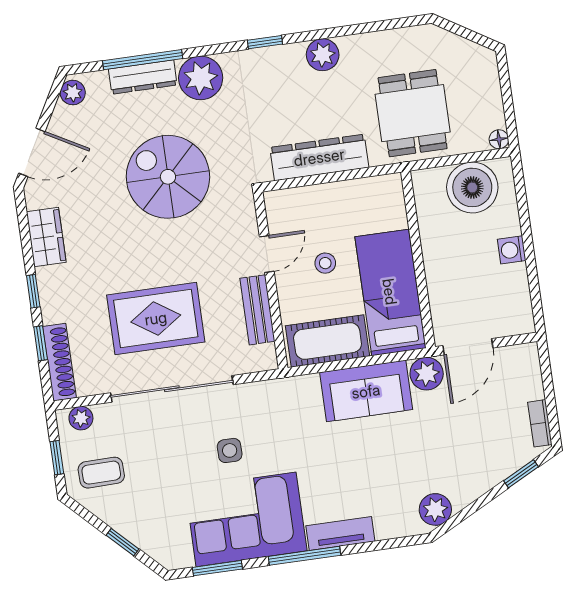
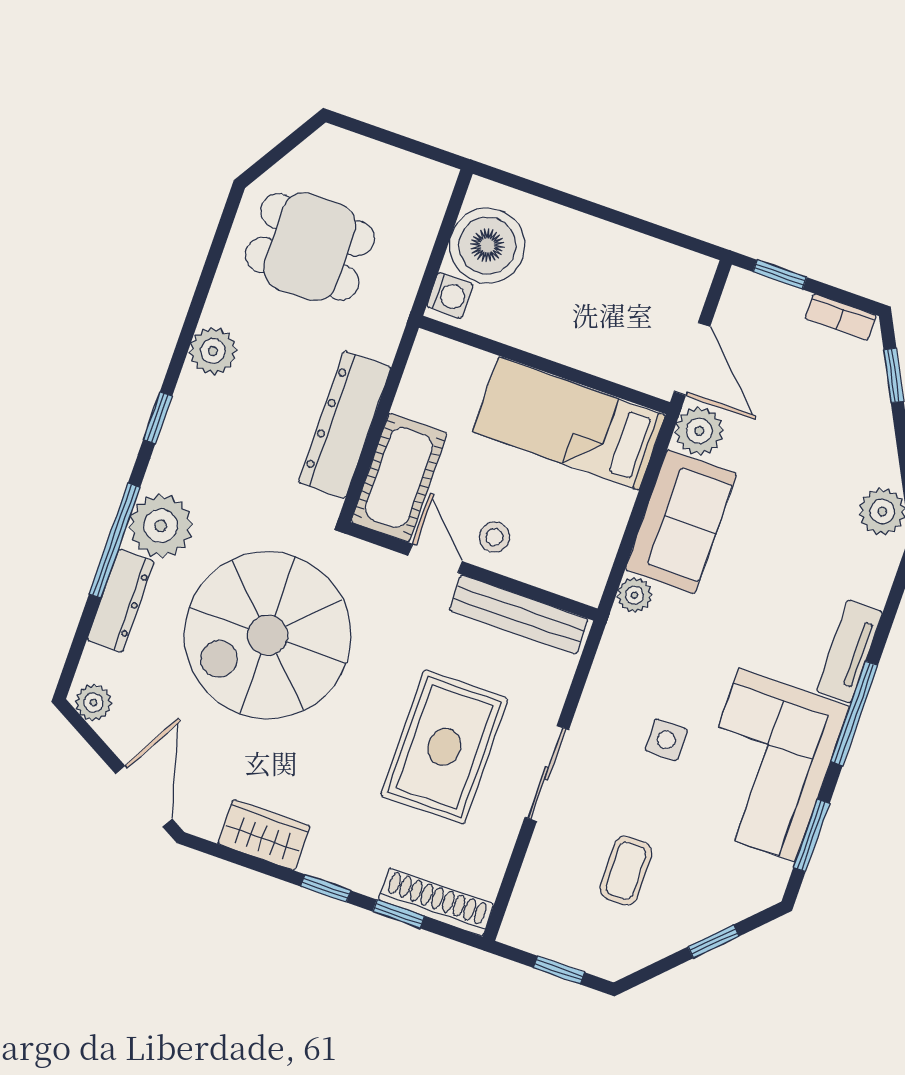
window: (143, 60) -> (115, 541), moved
dining table: (413, 113) -> (310, 247), moved
floor lamp: (499, 139) -> (442, 178), removed
spiral stairs: (168, 177) -> (268, 635), width x1.37, depth x1.37
washing machine: (512, 250) -> (450, 295), moved, turned -90
stool: (325, 263) -> (494, 537), moved
bench: (257, 310) -> (519, 615), width x1.36
cot: (328, 341) -> (399, 477), moved
window: (546, 373) -> (780, 275), added
sliding door: (172, 389) -> (547, 773), width x0.54
plant: (81, 418) -> (635, 595), moved
coffee table: (101, 473) -> (626, 871), moved

